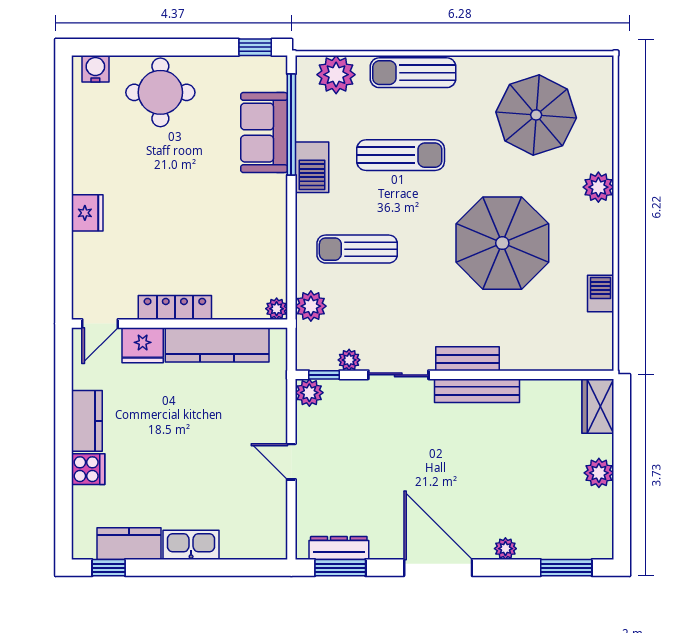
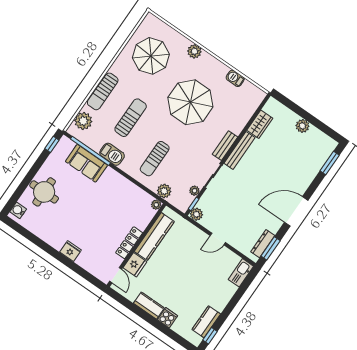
wardrobe: (598, 406) -> (260, 124), moved, turned -90
kitchen sink: (191, 545) -> (241, 273), moved
plant: (505, 549) -> (307, 181), removed

